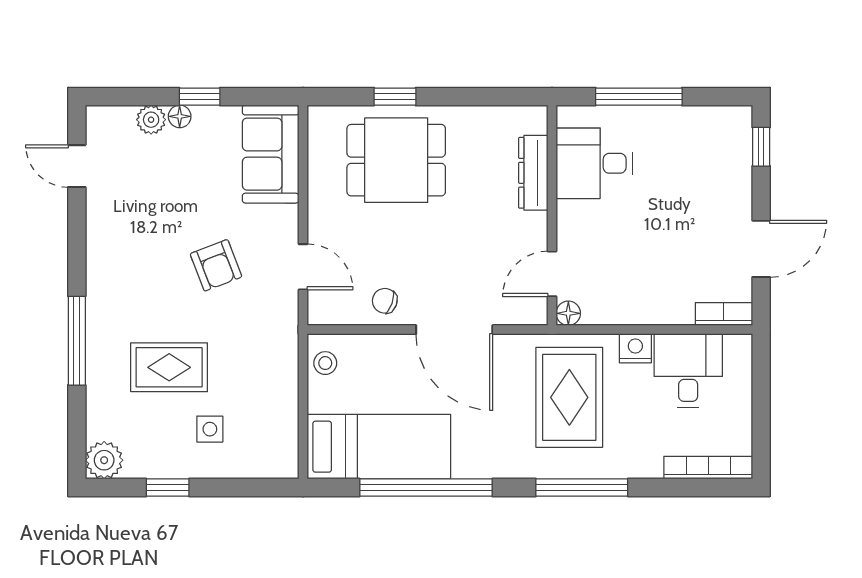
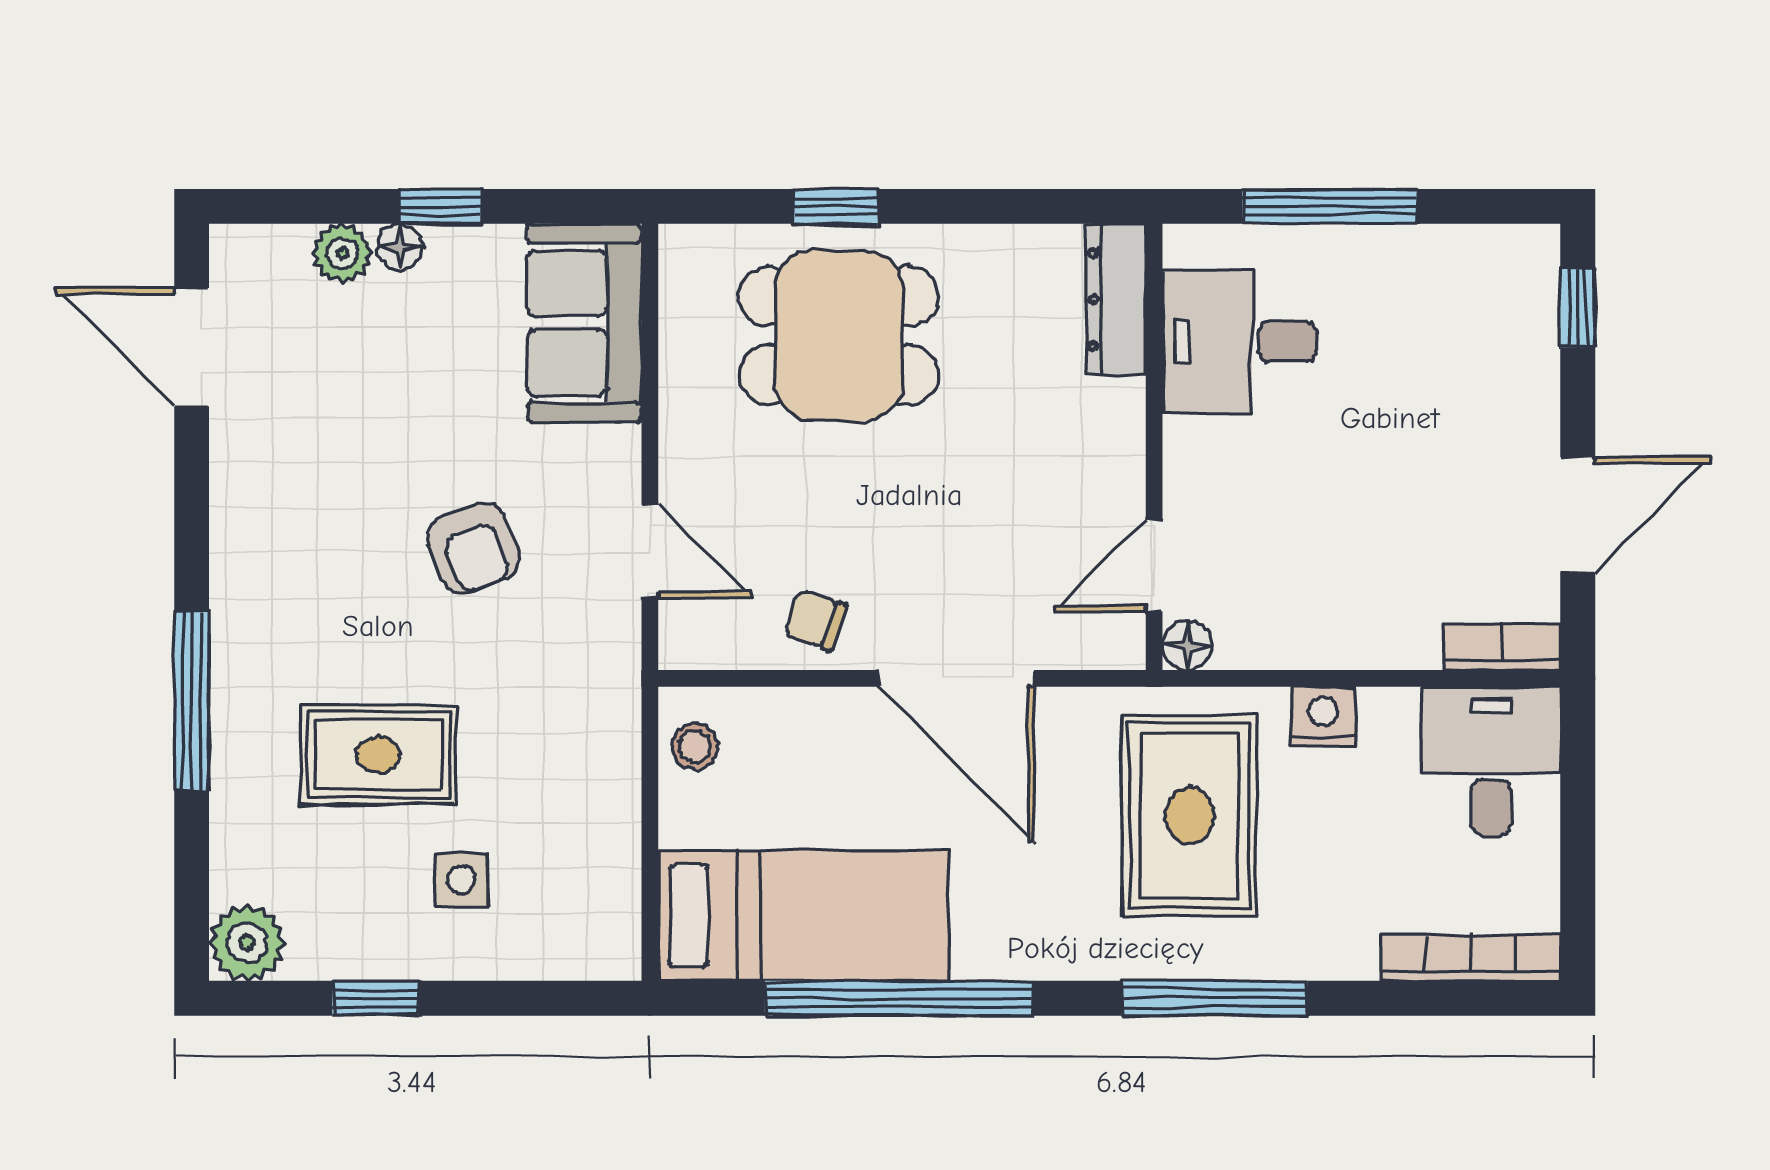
door: (77, 166) -> (192, 347), width x1.38
dresser: (533, 173) -> (1116, 299), moved
desk: (688, 371) -> (1491, 761), moved

